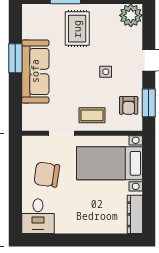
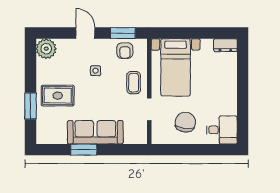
armchair: (129, 105) -> (125, 51), turned 90
chair: (47, 175) -> (185, 122), turned 180
dresser: (135, 214) -> (225, 45), width x0.70

